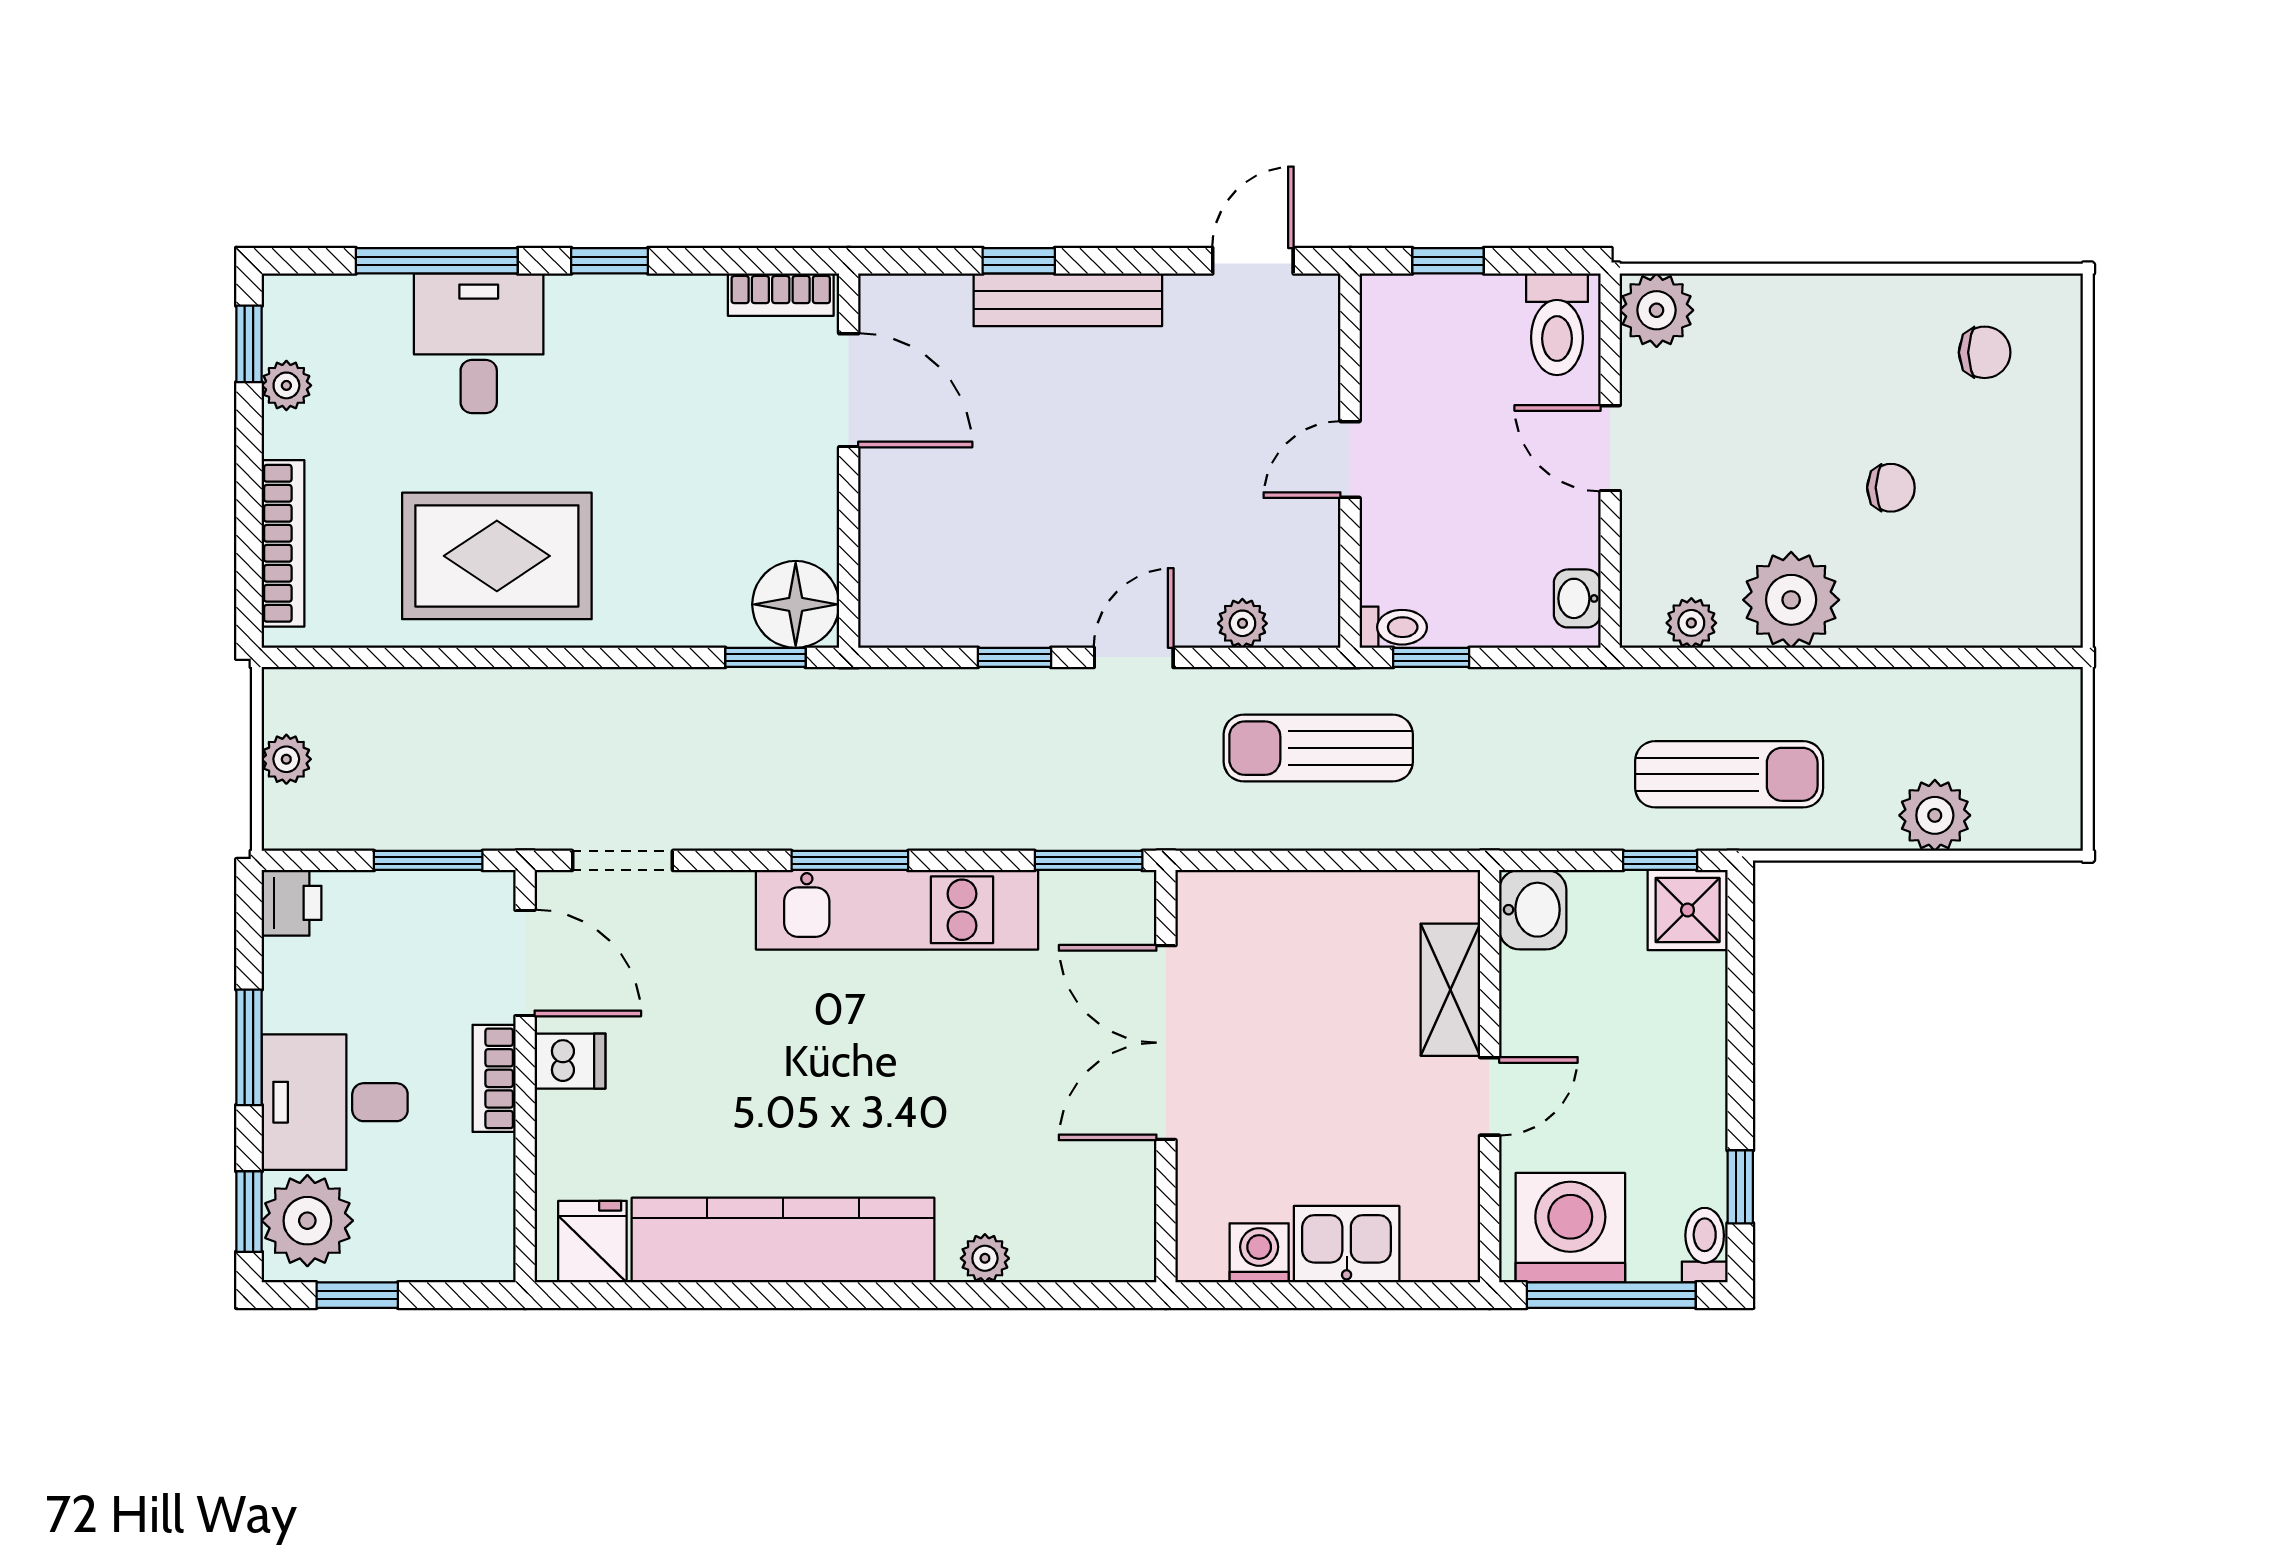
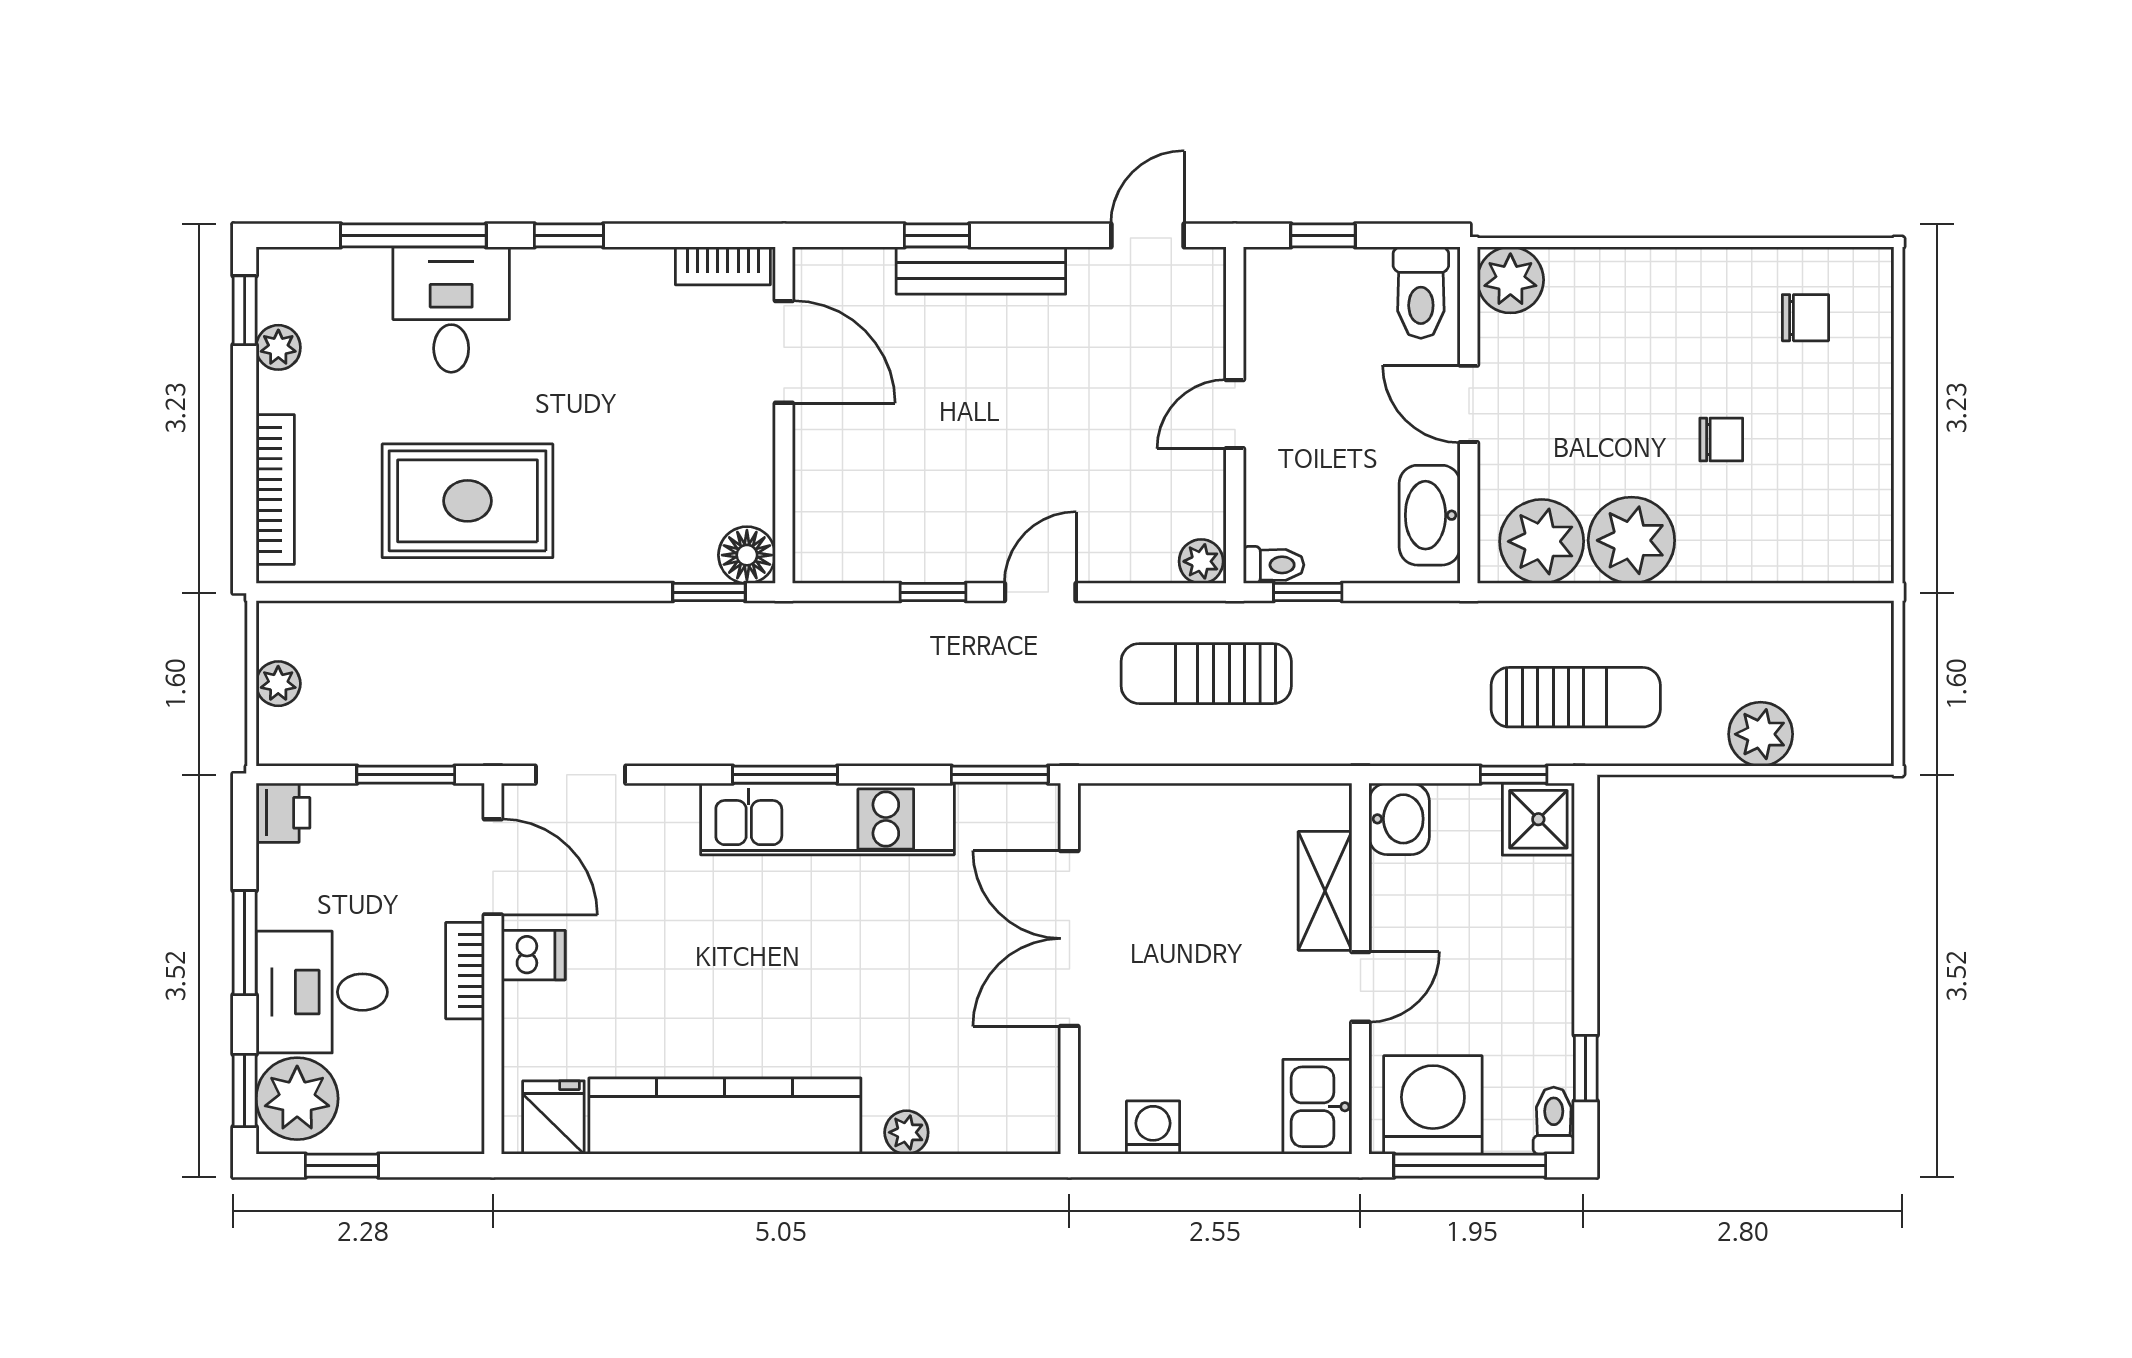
washbasin: (1577, 598) -> (1430, 515), width x1.91, depth x1.45
floor lamp: (796, 604) -> (747, 555), width x0.73, depth x0.73
plant: (1242, 623) -> (1201, 561), moved
plant: (1691, 623) -> (1542, 541), width x1.88, depth x1.88
kitchen sink: (1347, 1244) -> (1317, 1107), moved, turned -90

